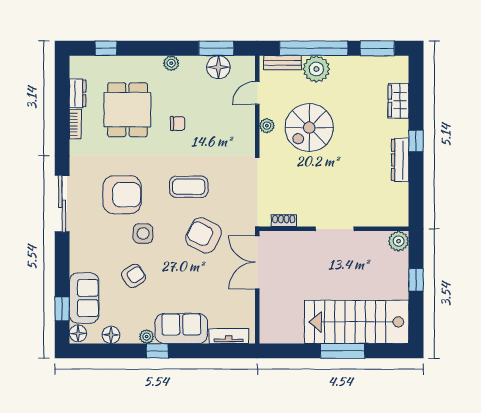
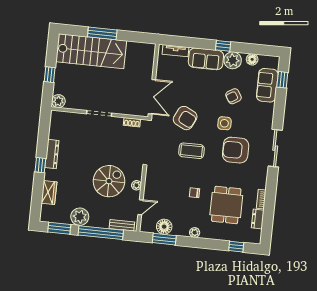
plant: (316, 69) -> (80, 217), moved
floor lamp: (78, 333) -> (274, 63), removed
plant: (147, 337) -> (233, 60), width x1.88, depth x1.88

